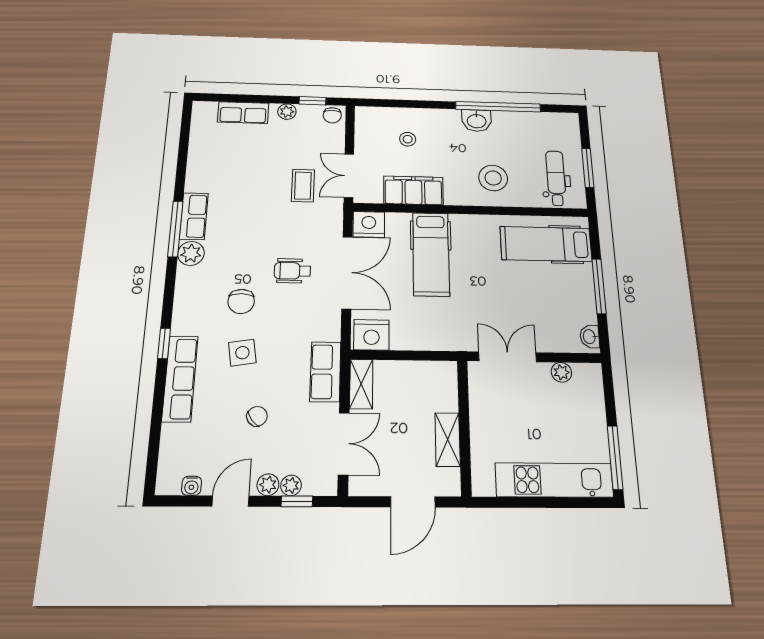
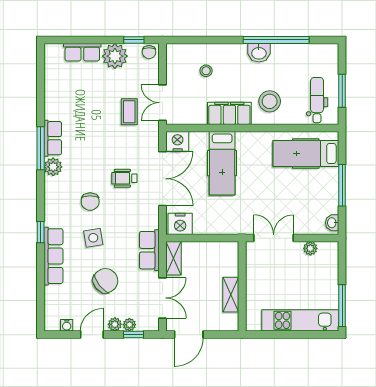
plant: (287, 112) -> (115, 56), width x1.88, depth x1.88
filing cabinet: (413, 190) -> (229, 113), moved
chair: (257, 416) -> (105, 281), width x1.87, depth x1.87
door: (413, 502) -> (189, 335), moved

